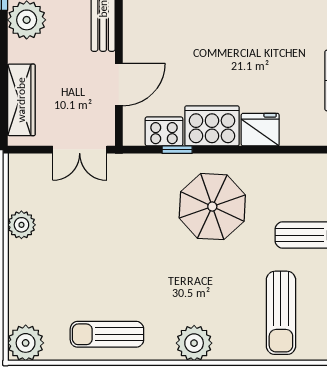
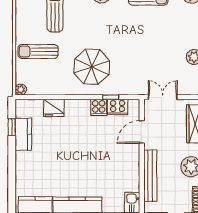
cooker: (212, 126) -> (99, 107), width x0.53, depth x0.76
fridge: (260, 130) -> (54, 108), moved

